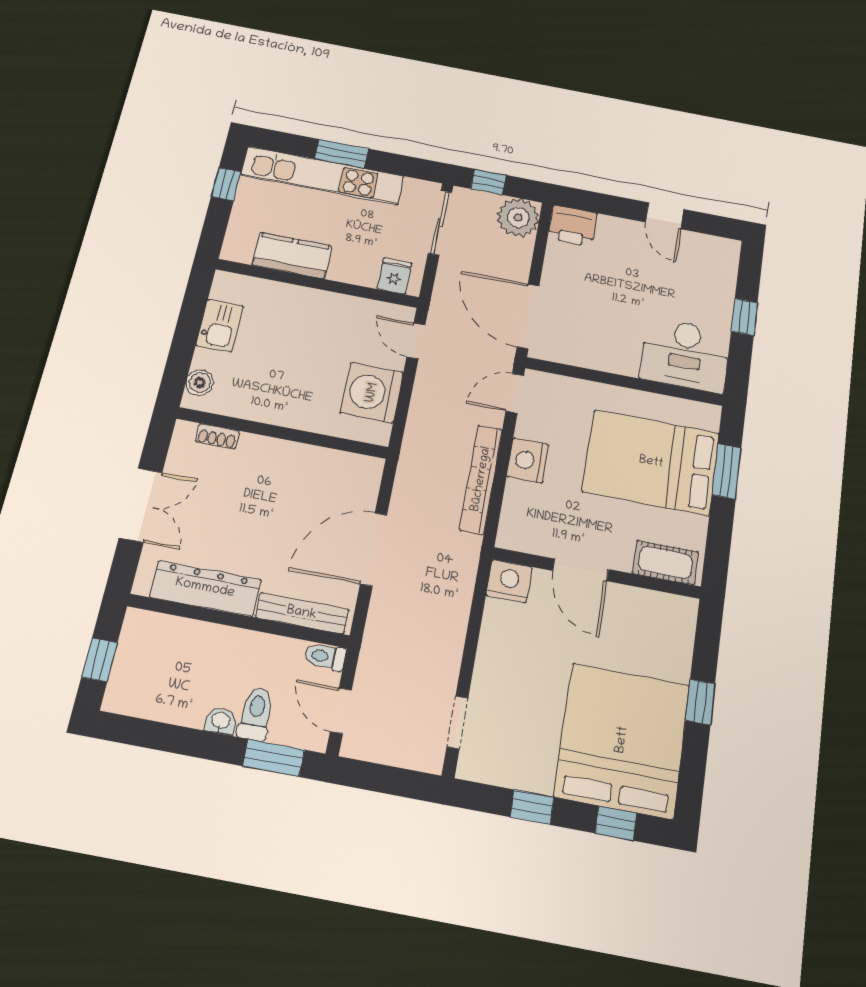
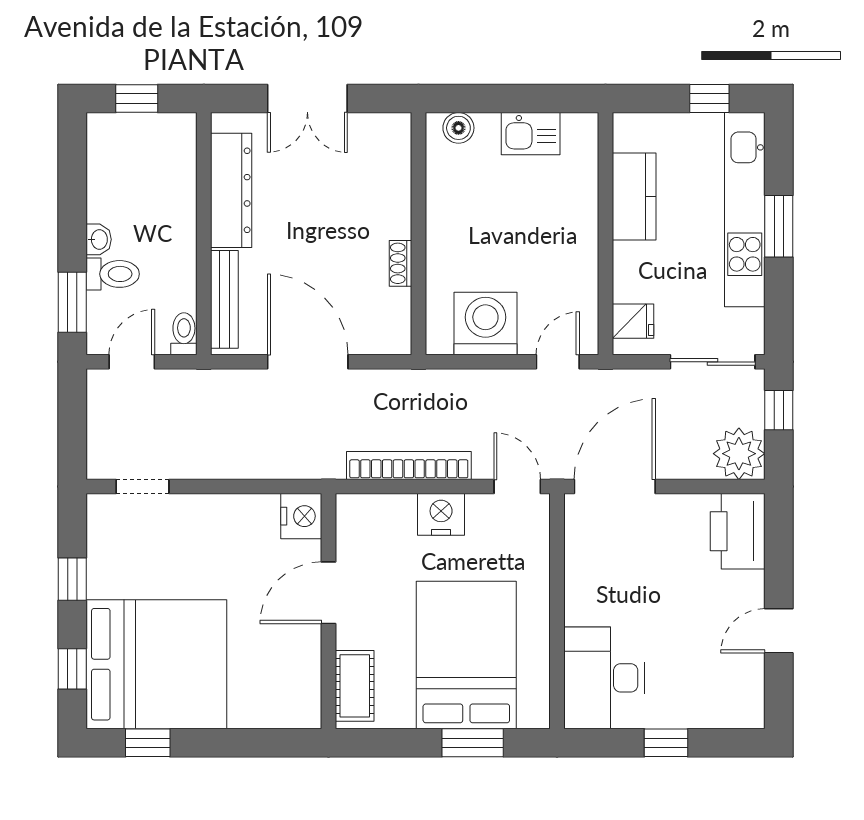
printer: (572, 226) -> (738, 531), width x1.37, depth x1.19
shoe rack: (217, 436) -> (400, 263), moved
window: (700, 702) -> (148, 743), moved

